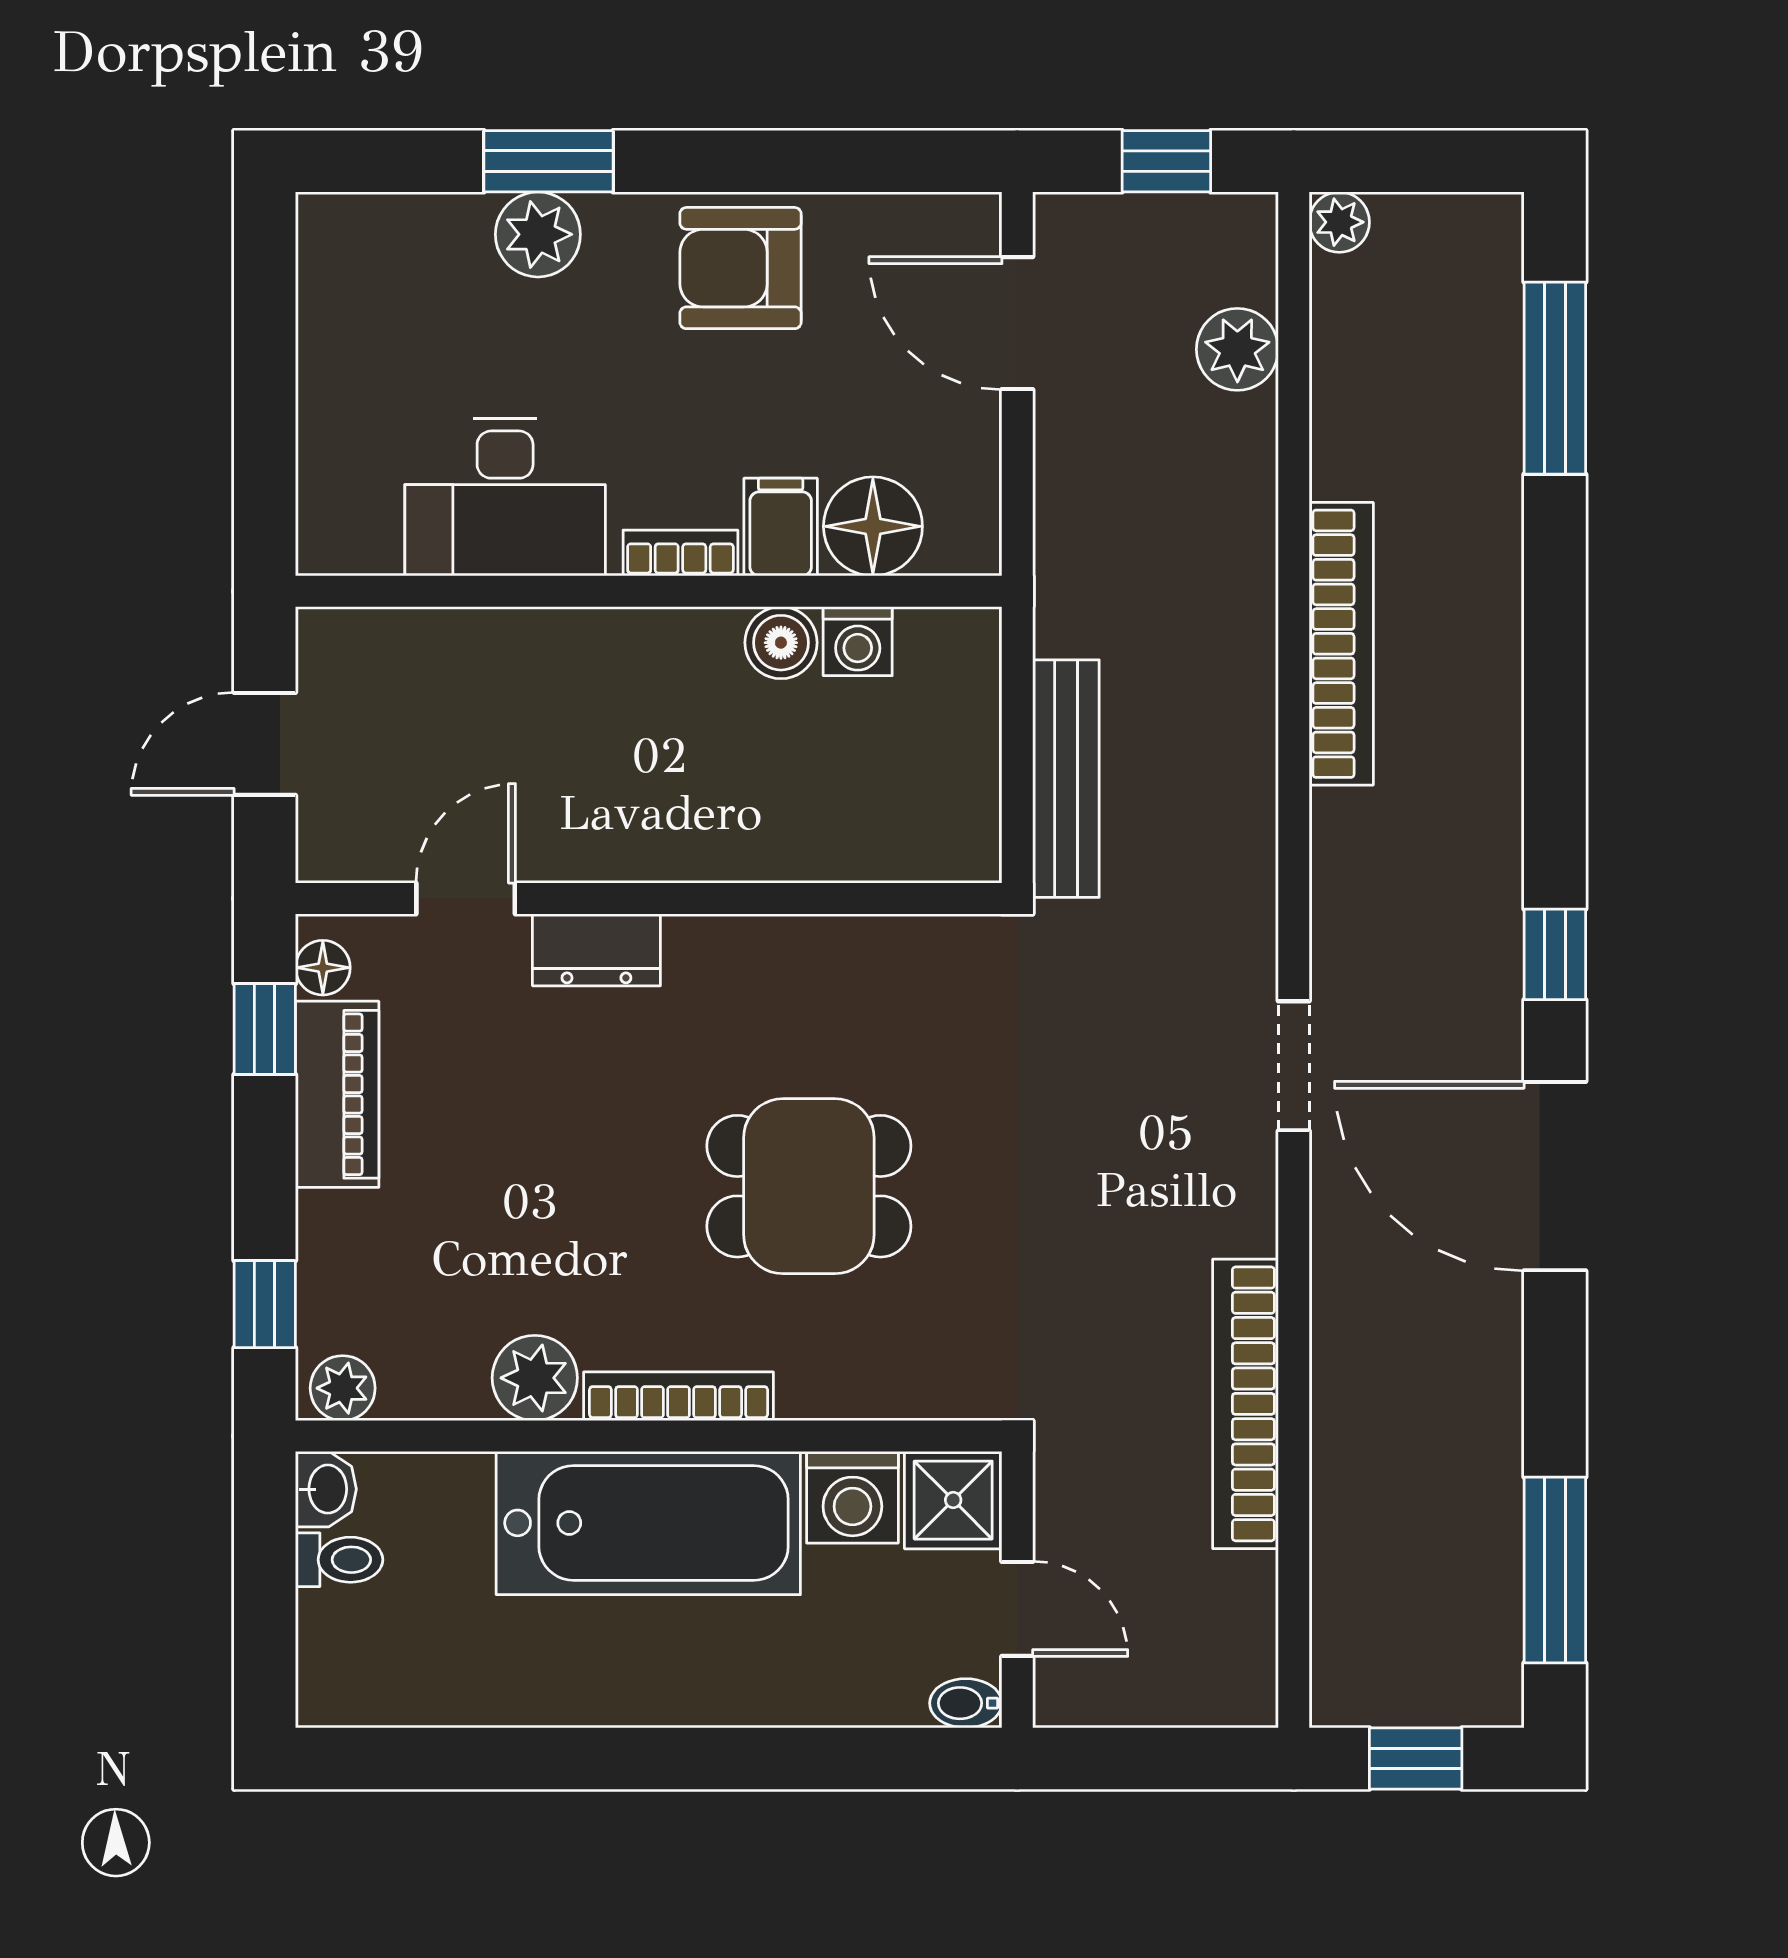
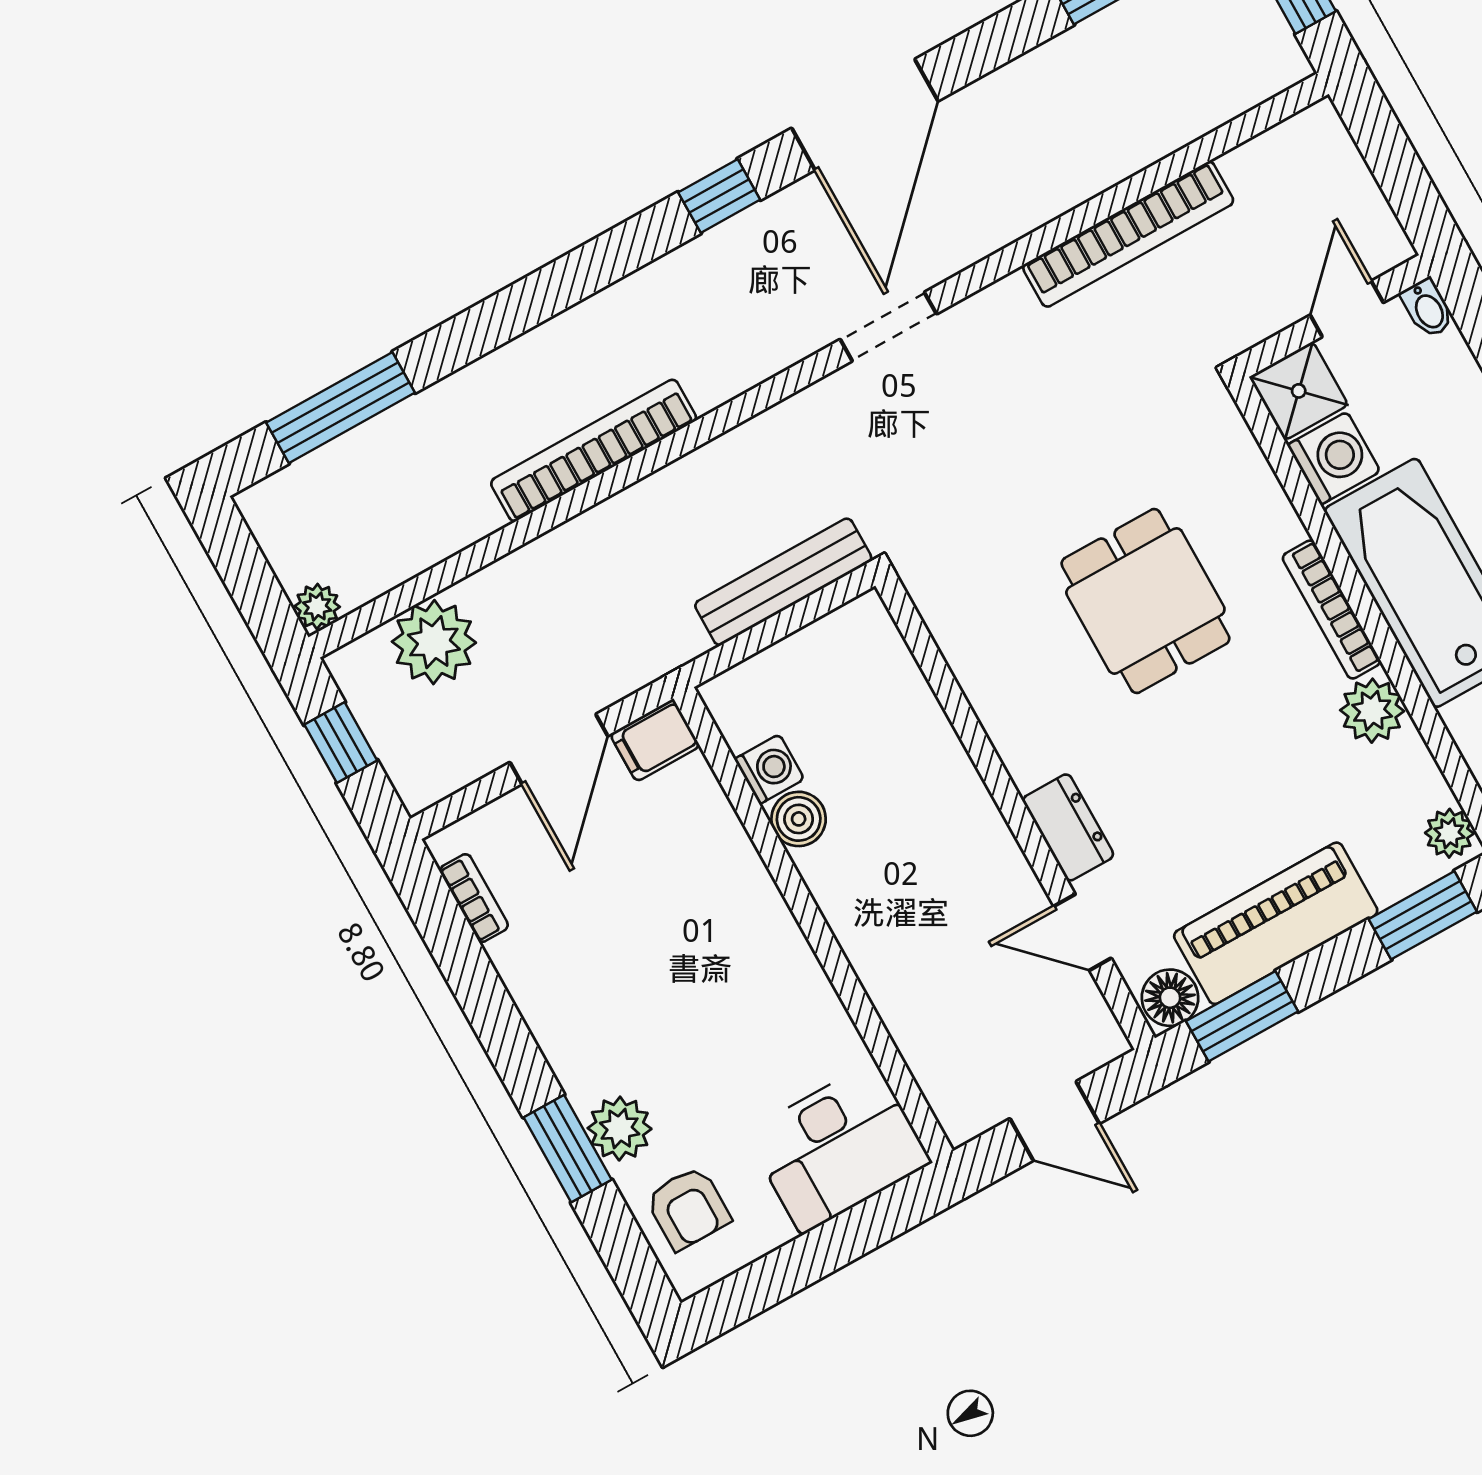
armchair: (741, 268) -> (688, 1208), moved, width x0.72, depth x0.72
door: (1017, 323) -> (559, 749), moved
plant: (1237, 349) -> (434, 642), width x1.36, depth x1.36
desk: (505, 497) -> (838, 1148), moved, turned 90
floor lamp: (873, 526) -> (688, 801), removed
filing cabinet: (781, 527) -> (655, 740), moved
bookcase: (680, 553) -> (474, 898), moved, turned 180
floor lamp: (323, 968) -> (1170, 998), width x1.37, depth x1.37
window: (265, 1029) -> (1242, 1016), width x1.50
piano: (337, 1094) -> (1276, 923), width x1.37, depth x1.33
window: (265, 1304) -> (1423, 915), width x1.50

